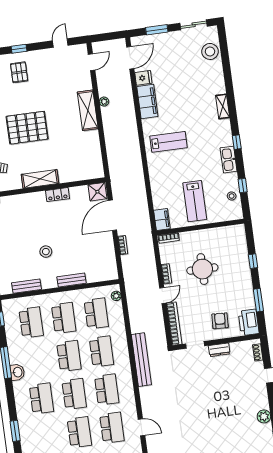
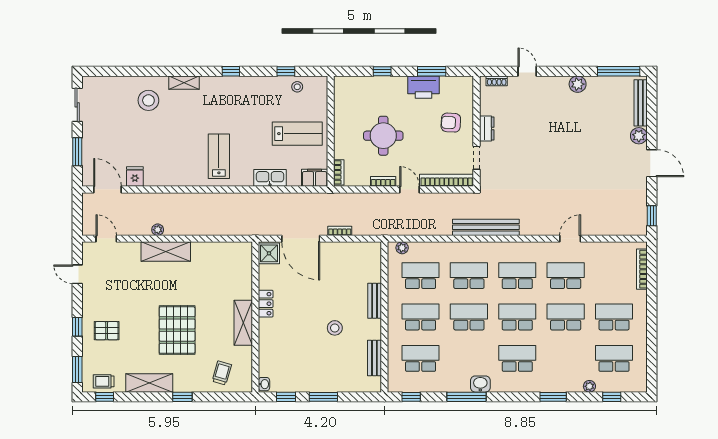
stool: (210, 51) -> (148, 100), moved
filing cabinet: (147, 102) -> (165, 176), removed
kitchen sink: (229, 160) -> (270, 178), moved, turned 180
printer: (249, 322) -> (424, 87), moved

